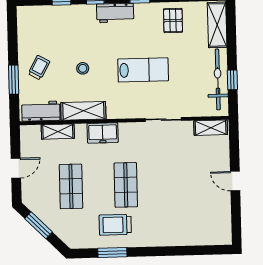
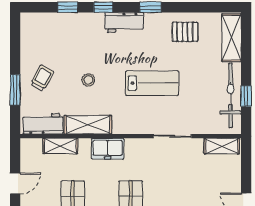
pallet: (173, 20) -> (185, 32), turned 90

